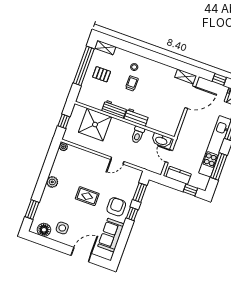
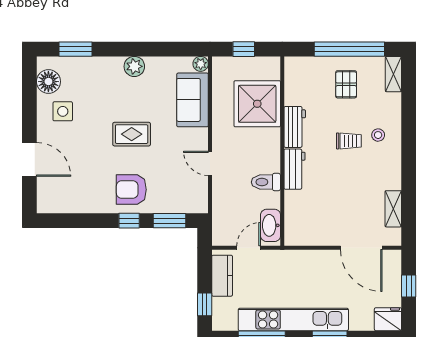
shelving: (186, 77) -> (393, 209), moved
rug: (87, 196) -> (132, 134), turned 90
armchair: (116, 207) -> (131, 190), turned 180
sofa: (111, 235) -> (193, 100), moved, turned -90

